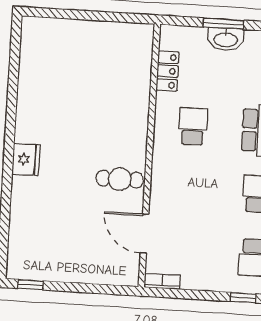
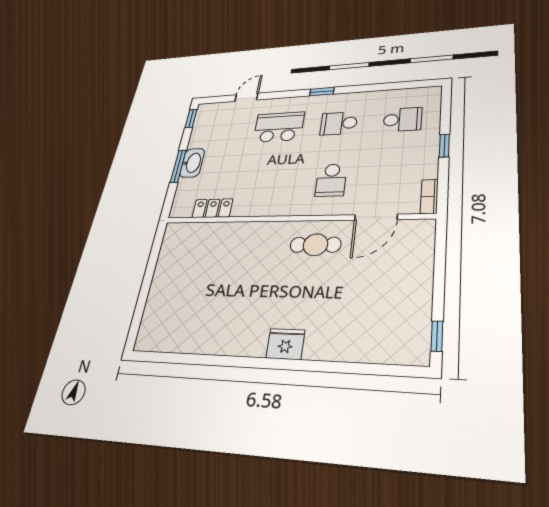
school desk: (193, 126) -> (331, 180), moved, turned -90
cafe table: (120, 179) -> (315, 245), turned 90
window: (243, 298) -> (444, 146), moved

